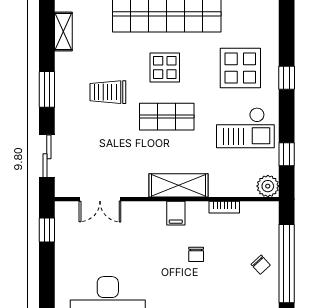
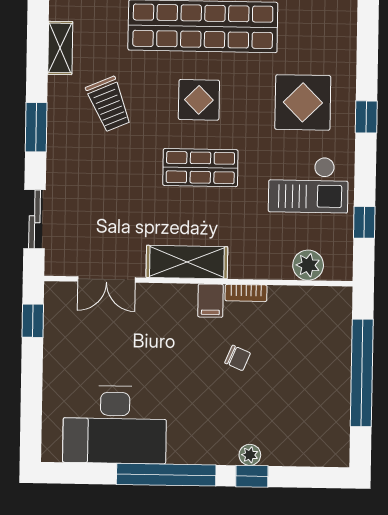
trolley: (108, 92) -> (109, 104), moved, turned -113
shelving: (179, 185) -> (187, 262), moved
plant: (268, 186) -> (308, 265), moved
bookcase: (224, 207) -> (246, 293), moved
chair: (196, 254) -> (238, 358), turned -67
chair: (261, 265) -> (326, 374), removed

